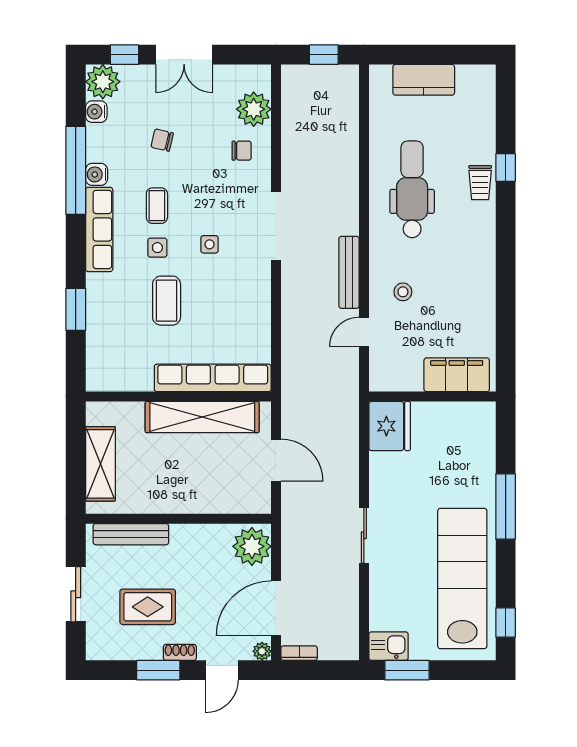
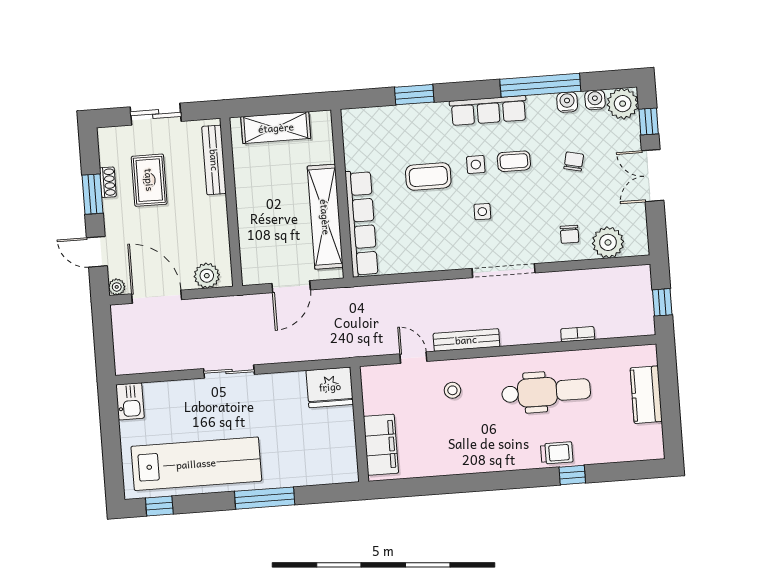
water cooler: (97, 174) -> (567, 102), moved
trolley: (480, 183) -> (557, 453), turned 180
plant: (252, 546) -> (207, 276), width x0.73, depth x0.73
shoe rack: (180, 652) -> (108, 182), moved
bookcase: (299, 653) -> (578, 334), moved, turned -90
window: (407, 670) -> (109, 420), removed

